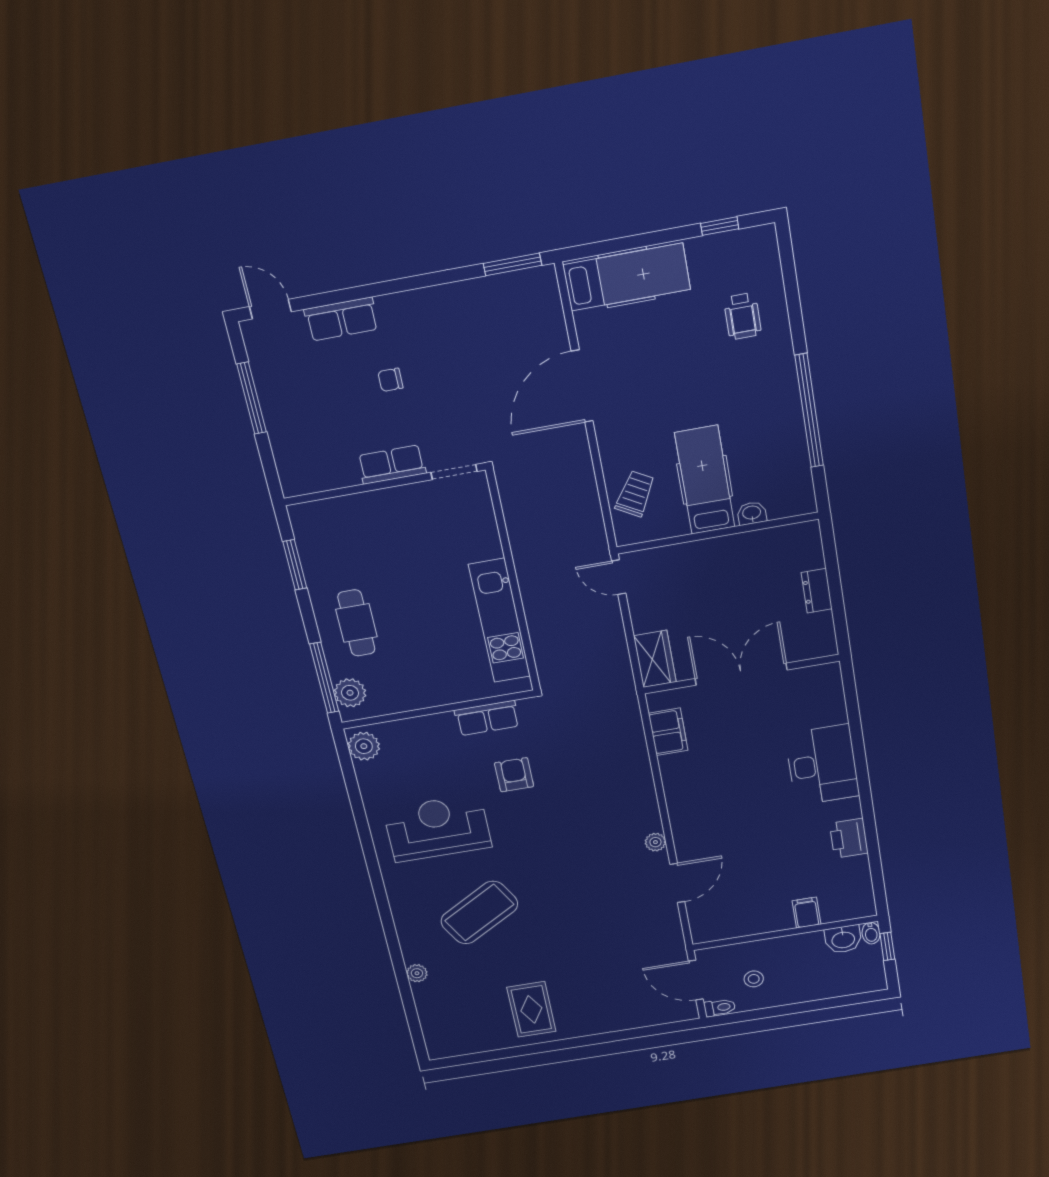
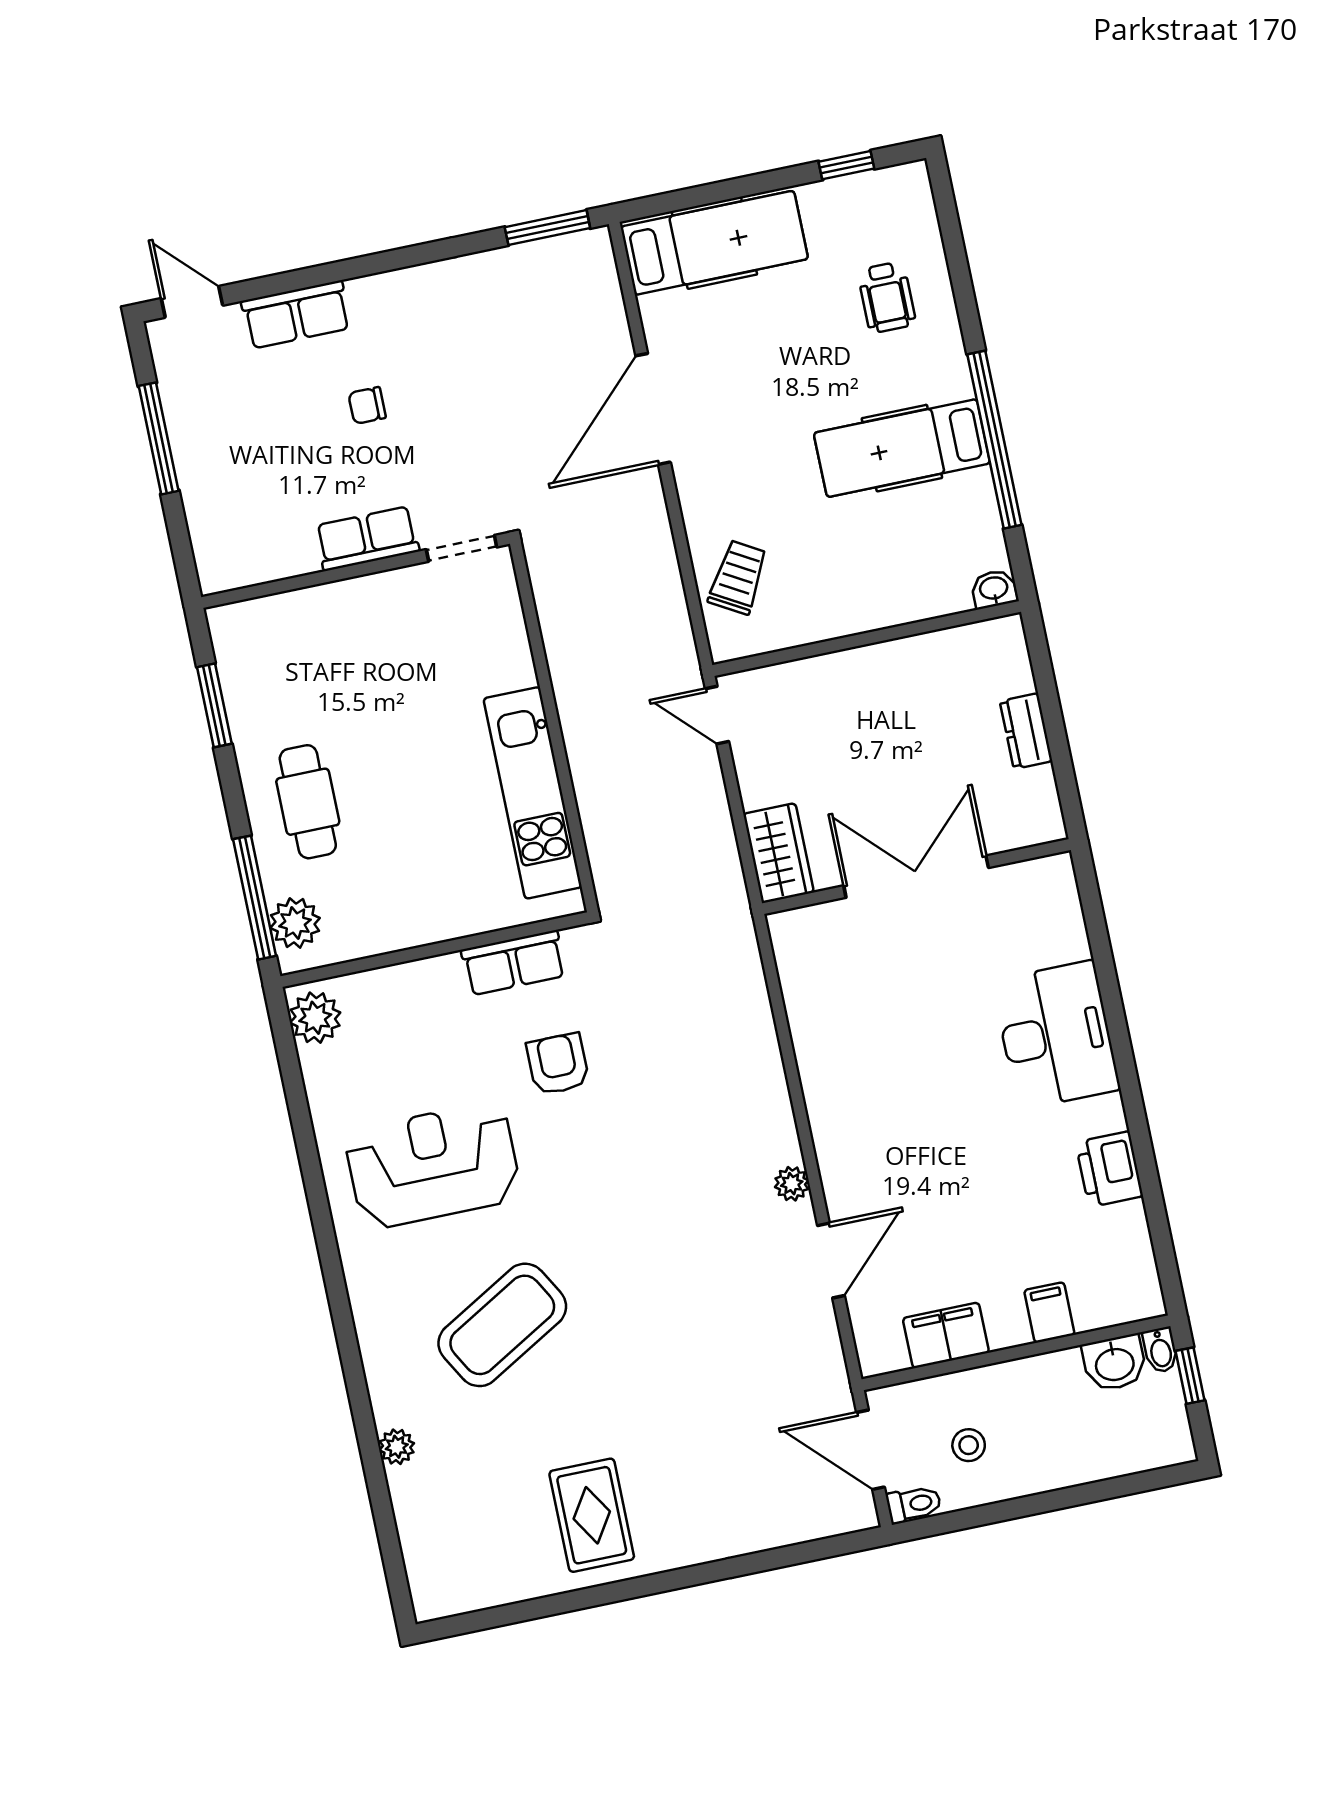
hospital bed: (705, 480) -> (902, 448), moved, turned -90
washbasin: (752, 513) -> (994, 589), moved
filing cabinet: (668, 732) -> (946, 1335), moved, turned -90

